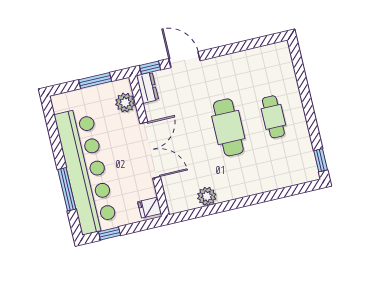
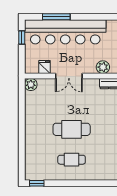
double door: (150, 150) -> (69, 76), width x0.73
plant: (207, 196) -> (31, 84), moved
fridge: (150, 208) -> (45, 67), moved

